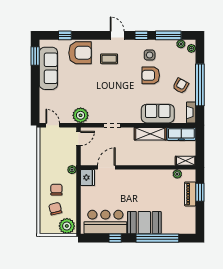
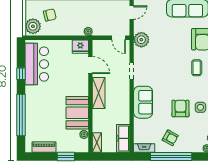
sofa: (158, 114) -> (143, 102), moved
shelving: (150, 134) -> (99, 93), moved
chair: (56, 190) -> (69, 16), removed
piano: (190, 194) -> (44, 147), moved
booth: (144, 223) -> (77, 113), moved

